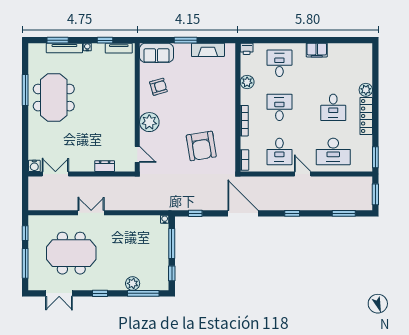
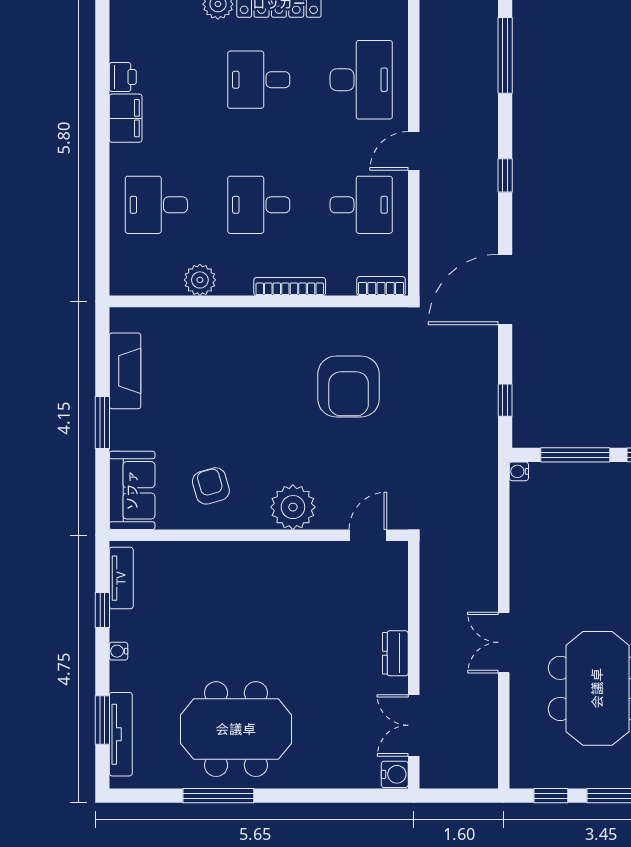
tv unit: (64, 48) -> (121, 734), moved
printer: (247, 49) -> (123, 77), moved
desk: (333, 107) -> (259, 80), turned 180
armchair: (201, 146) -> (349, 386), turned 99
dresser: (105, 166) -> (395, 653), moved
window: (344, 213) -> (505, 55), width x1.44

